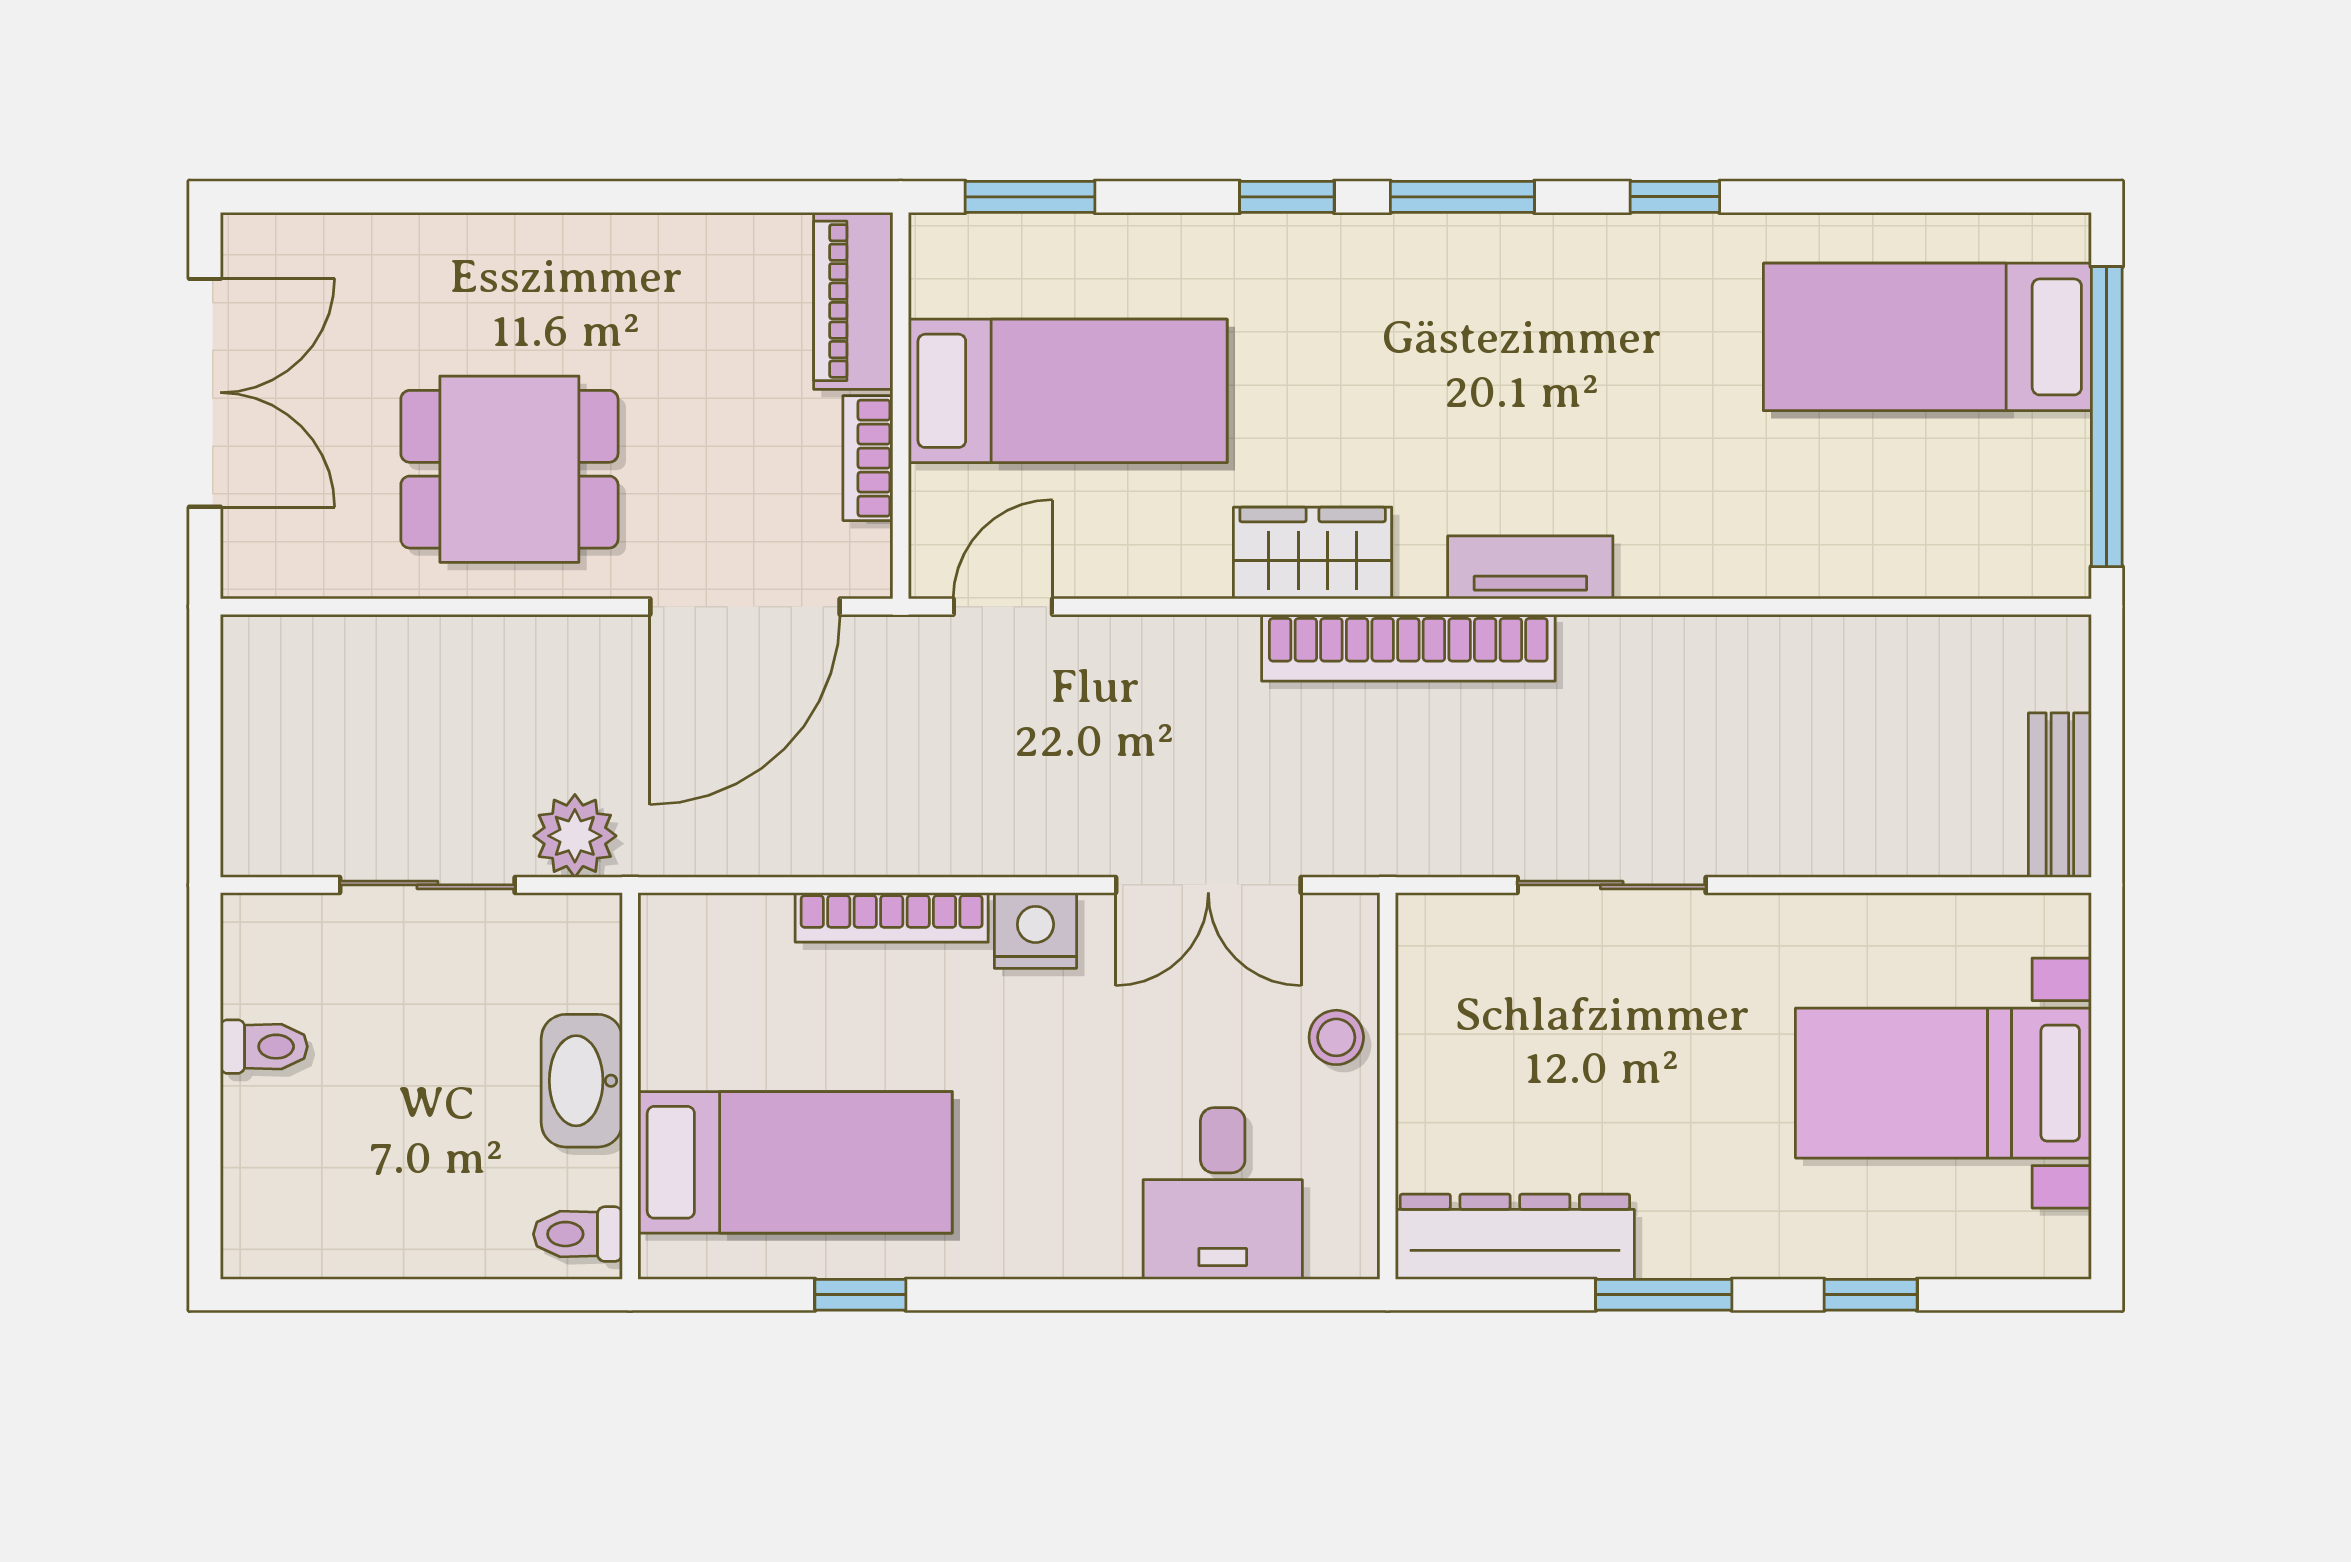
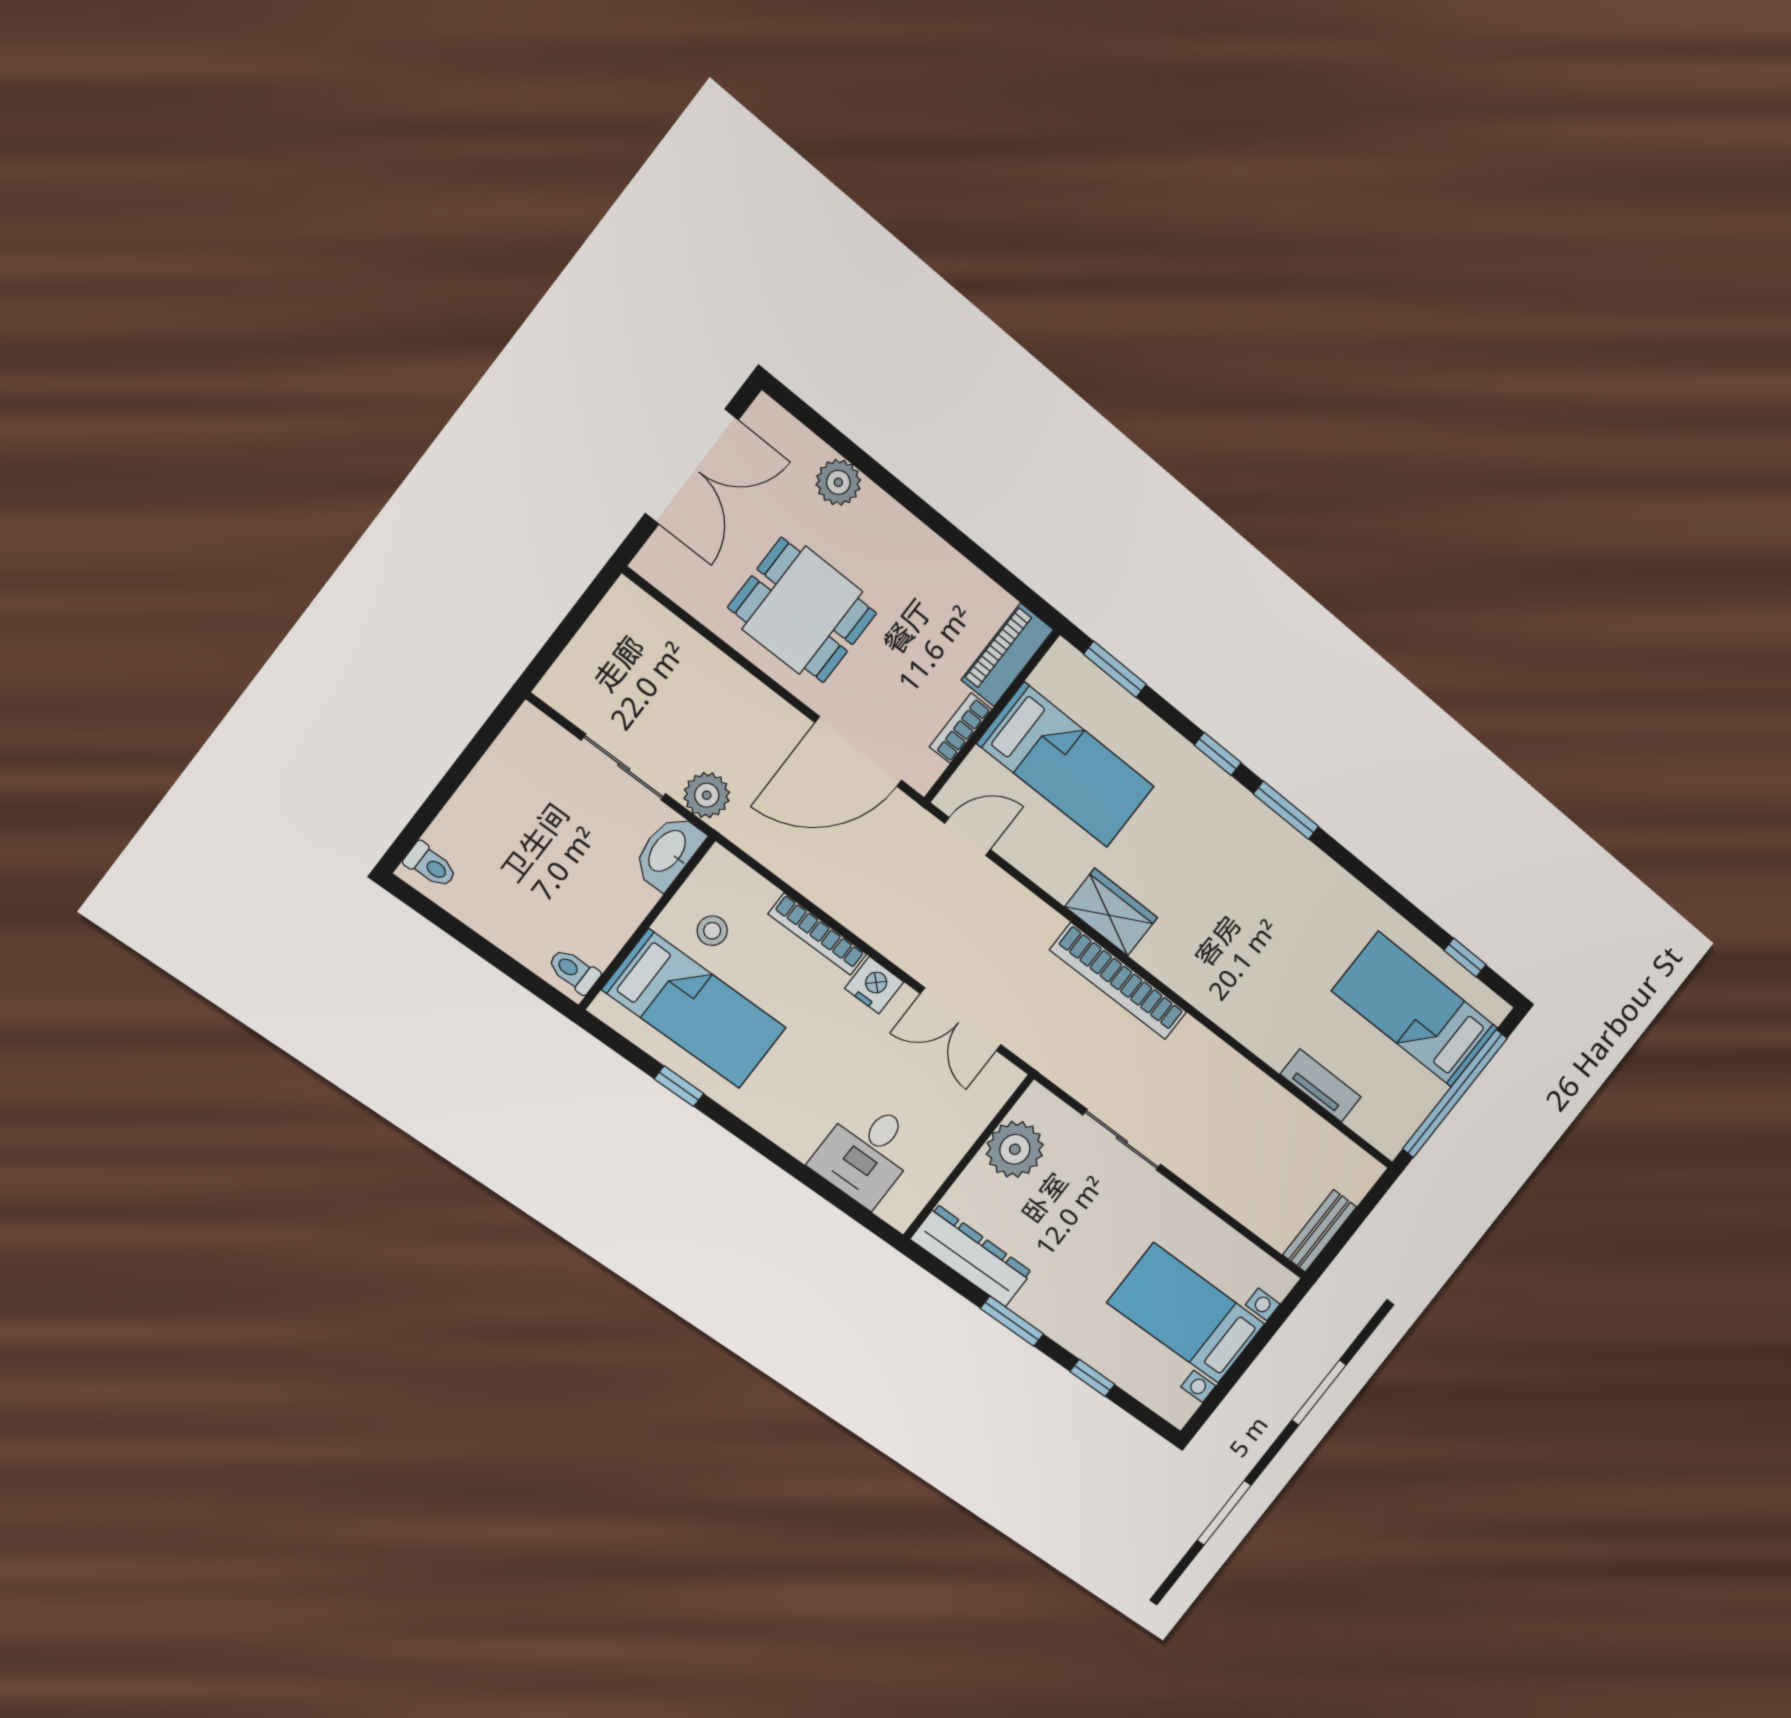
window: (1675, 197) -> (1465, 958), moved
plant: (422, 253) -> (838, 482), added
tv unit: (1530, 567) -> (1321, 1086), moved
plant: (1452, 1022) -> (1015, 1149), added
stool: (1336, 1037) -> (712, 931), moved
toilet: (264, 1047) -> (431, 865), moved
washbasin: (582, 1081) -> (668, 852), moved

